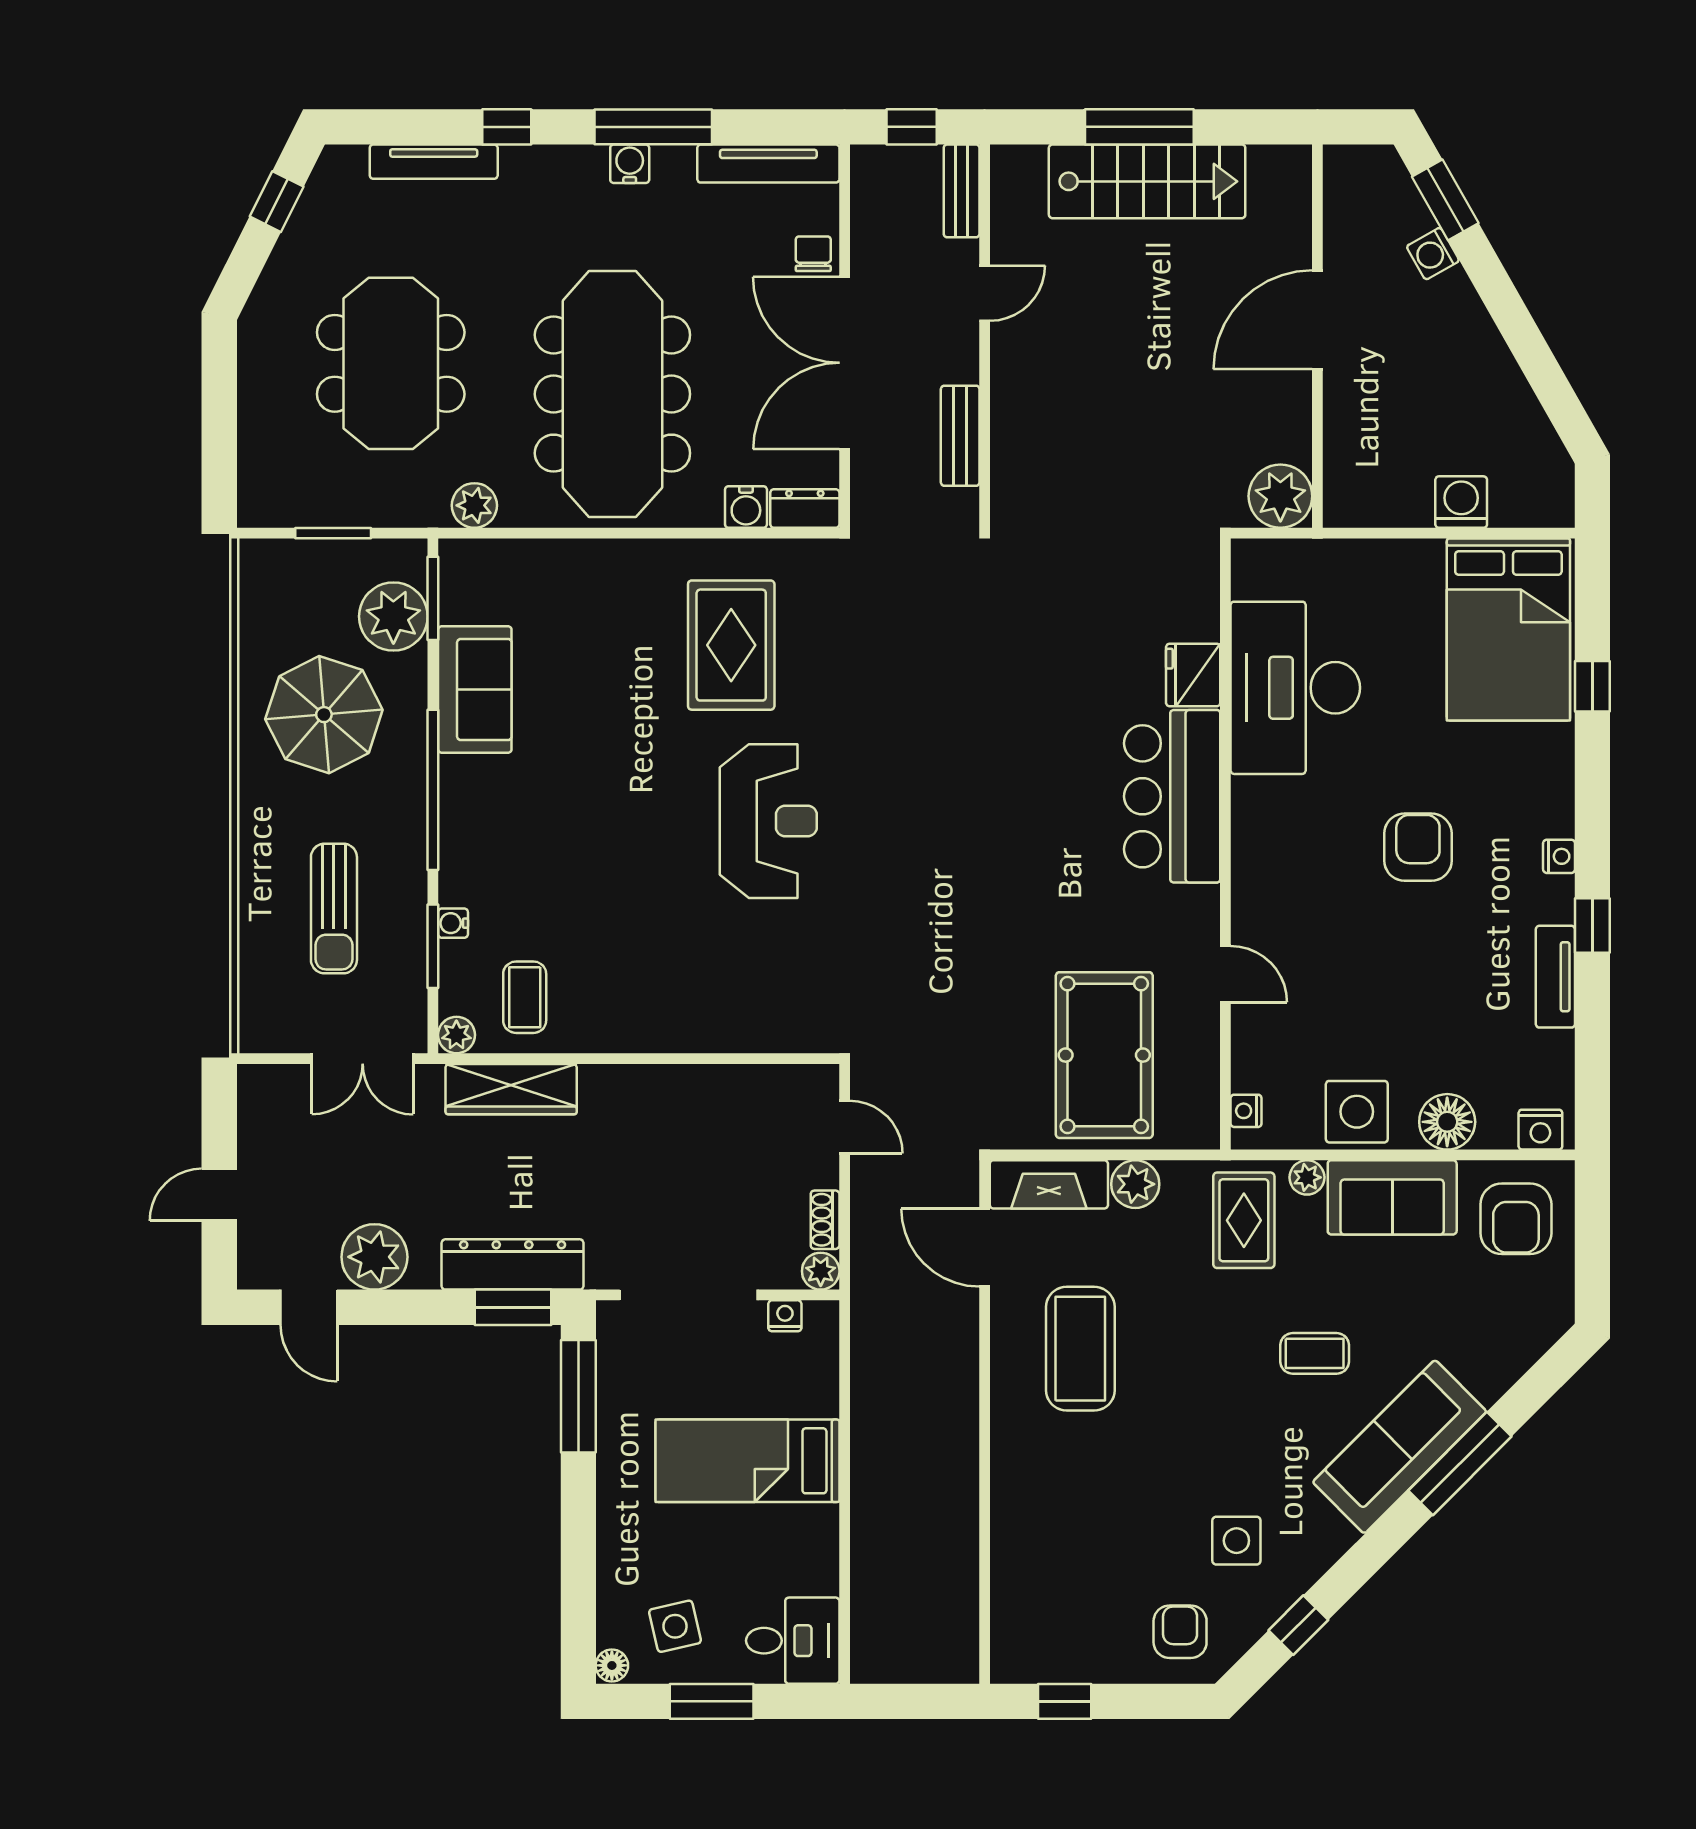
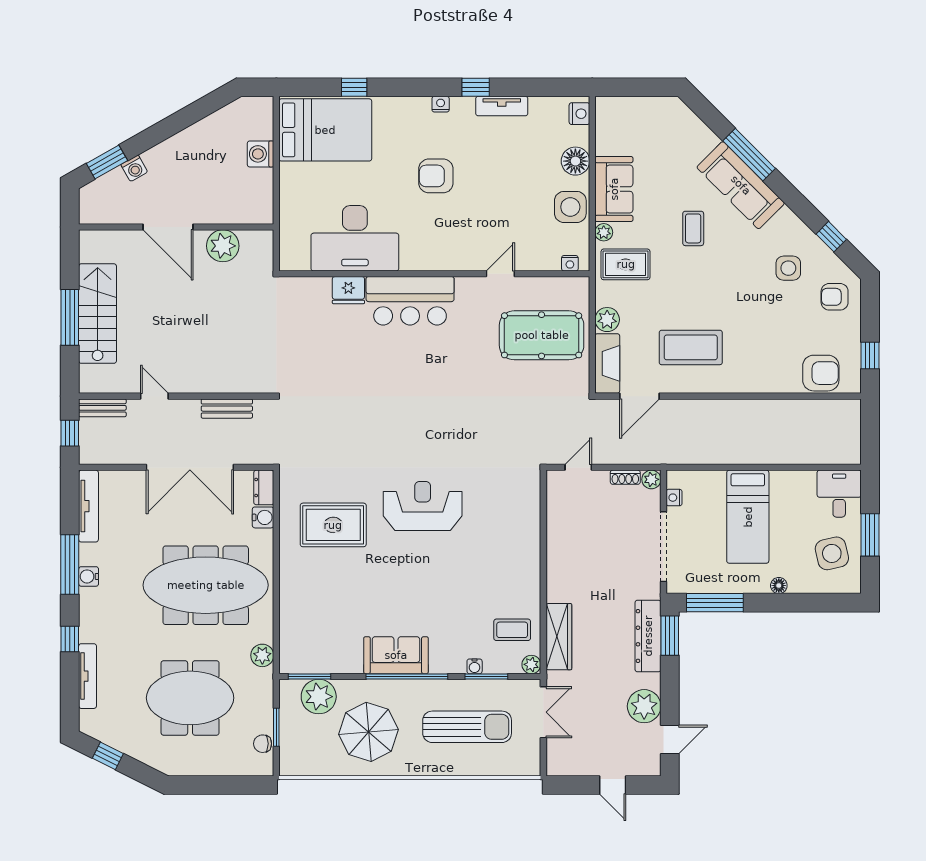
chair: (813, 254) -> (263, 744), moved
plant: (1280, 496) -> (223, 246), moved
sofa: (475, 689) -> (396, 655), moved
sun lounger: (334, 909) -> (467, 727), width x1.36, depth x1.34
armchair: (1516, 1219) -> (821, 373), moved
side table: (675, 1626) -> (832, 553), width x1.37, depth x1.37
floor lamp: (612, 1665) -> (779, 586), moved

